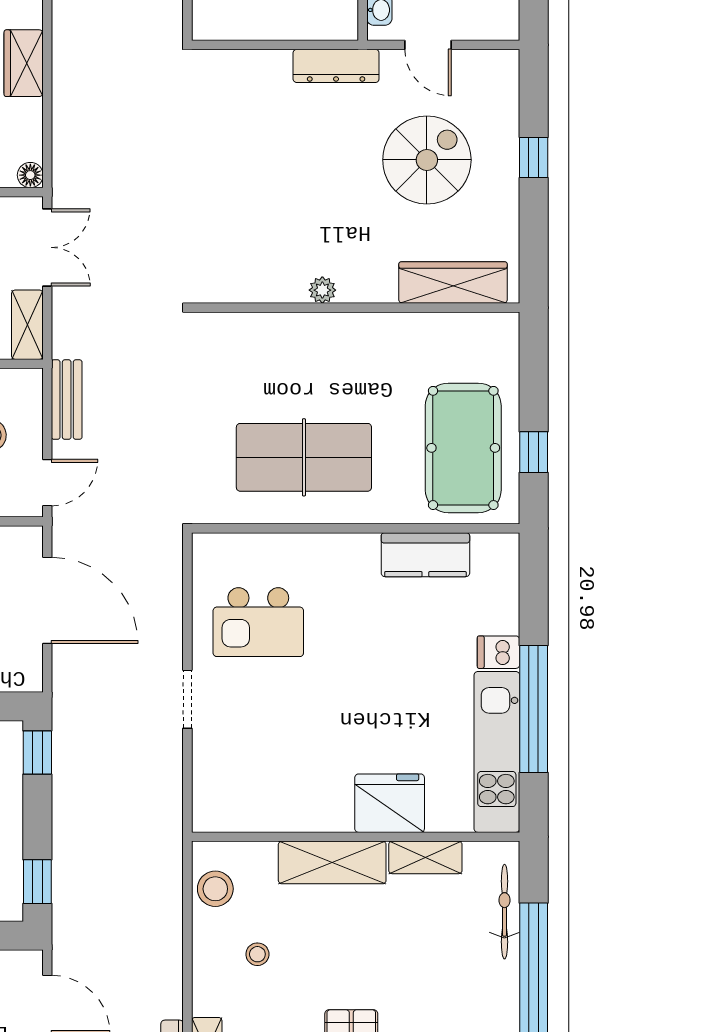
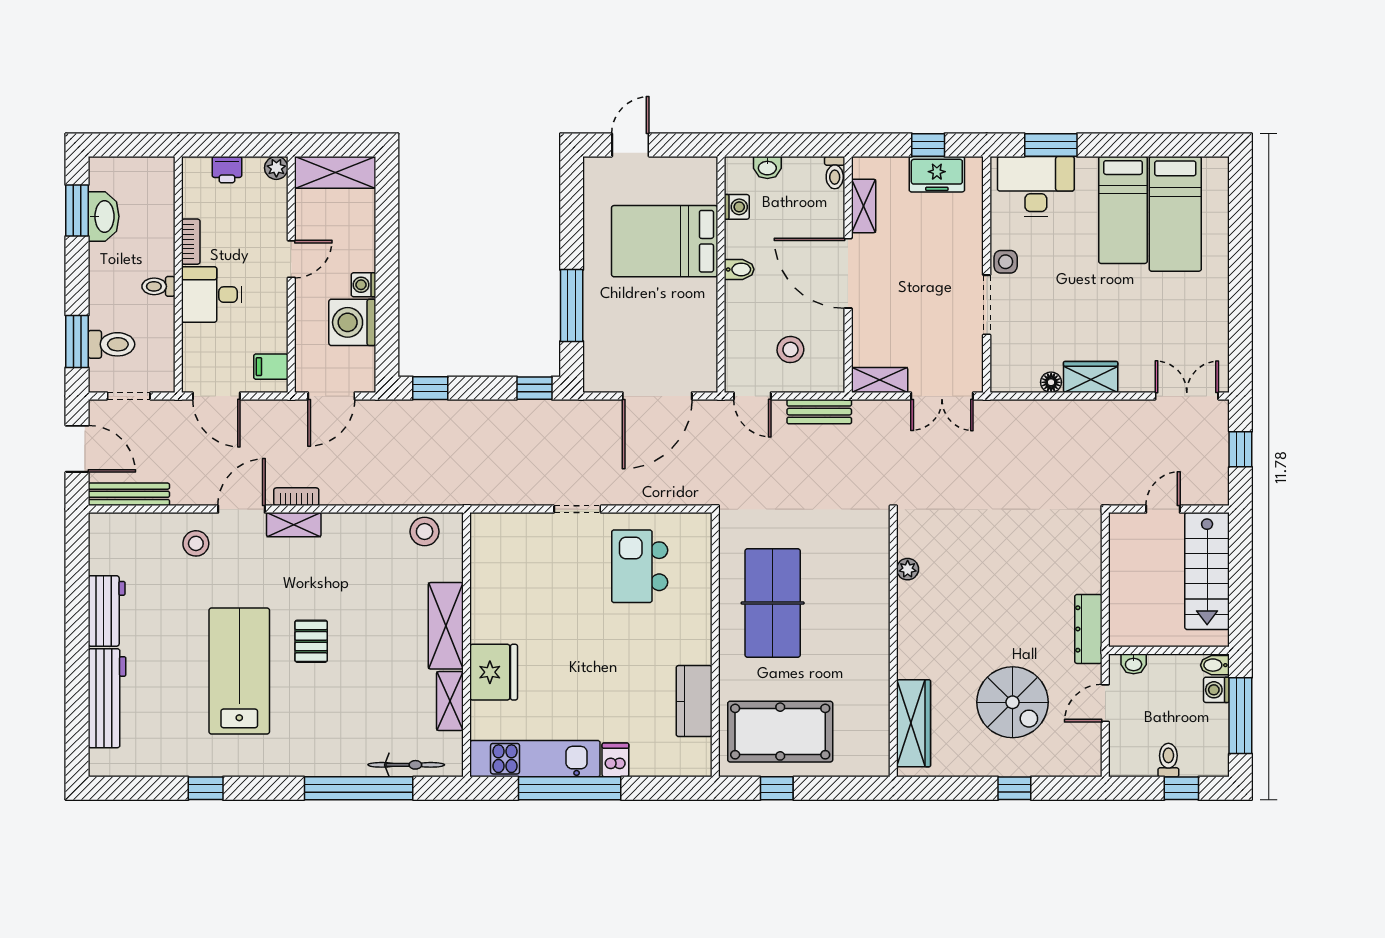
floor lamp: (30, 175) -> (1051, 382), moved
plant: (322, 290) -> (908, 569), moved
stool: (257, 954) -> (372, 566), removed

